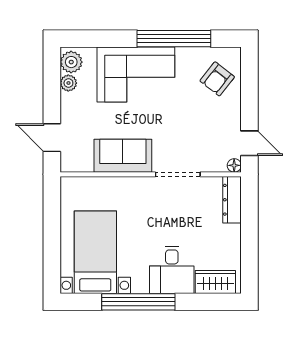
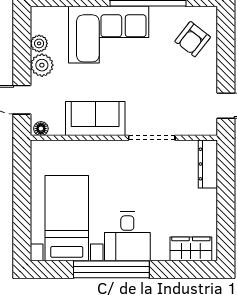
plant: (71, 62) -> (42, 65), moved
floor lamp: (234, 165) -> (41, 129), moved
desk: (172, 270) -> (127, 236), moved

